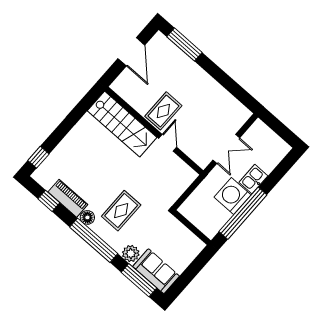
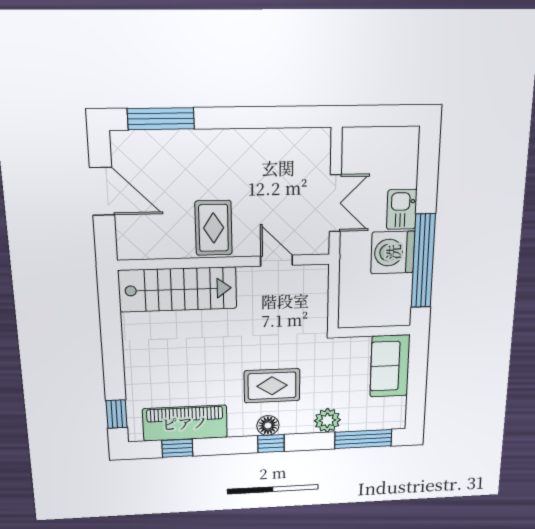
door: (168, 143) -> (277, 261), moved
piano: (68, 198) -> (185, 423), width x1.37, depth x1.33
rug: (121, 211) -> (272, 386), turned 90
floor lamp: (87, 217) -> (268, 425), moved
window: (94, 240) -> (271, 444), width x0.32
sofa: (156, 271) -> (390, 366), moved, turned -90

